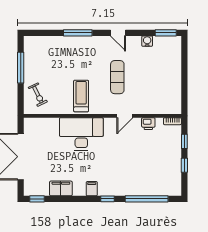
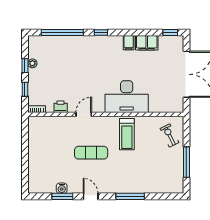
window: (166, 33) -> (62, 196), moved
exercise mat: (117, 77) -> (91, 153), turned 90
plant: (177, 168) -> (32, 63), added
filing cabinet: (92, 189) -> (129, 43), moved

